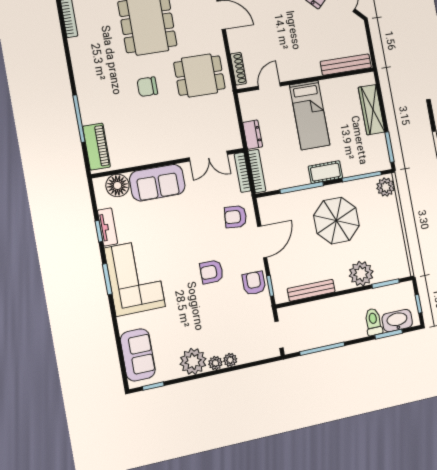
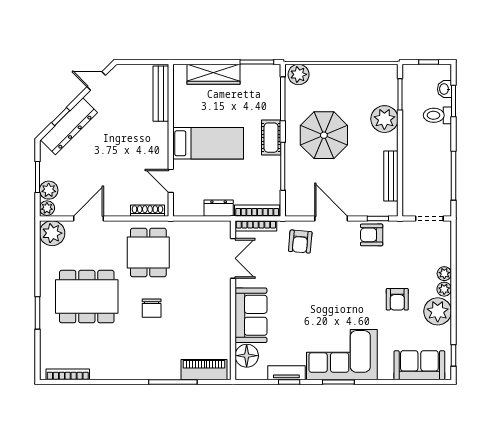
armchair: (212, 272) -> (397, 299), moved
washbasin: (397, 321) -> (444, 89), width x0.52, depth x0.69

